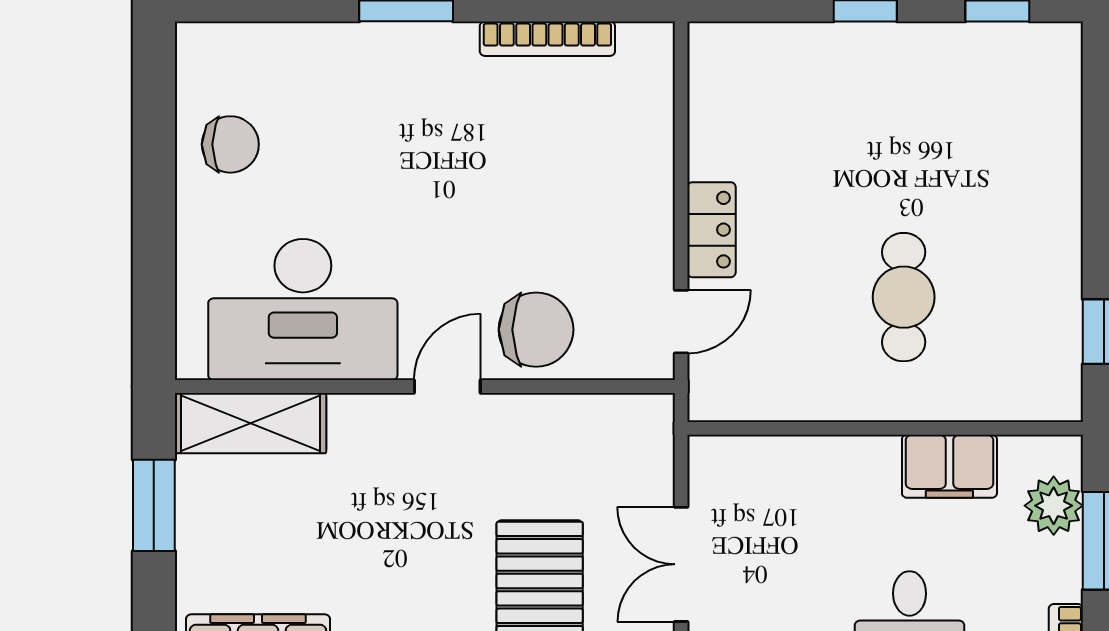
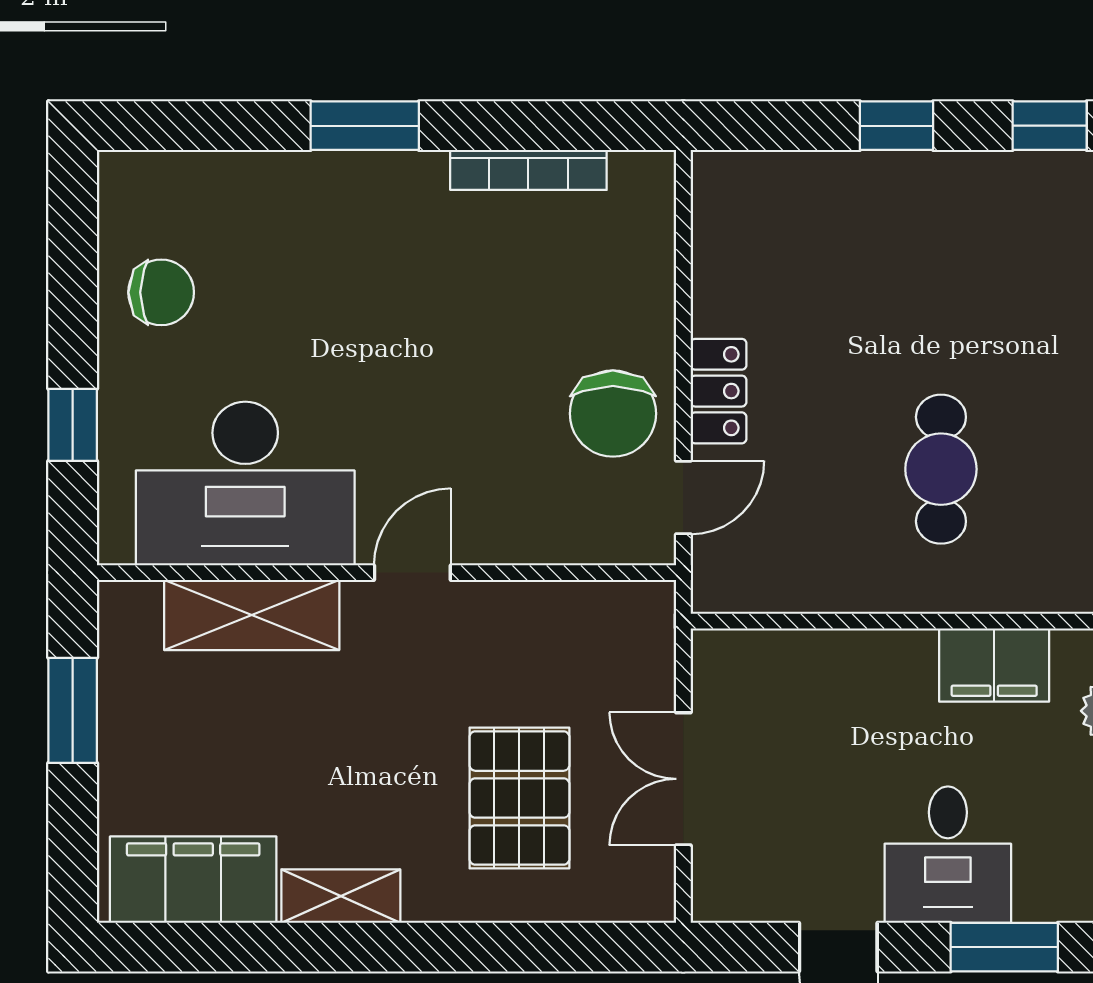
window: (154, 259) -> (73, 425), added
chair: (536, 330) -> (613, 414), moved, turned 90
shelving: (250, 423) -> (252, 615), moved

